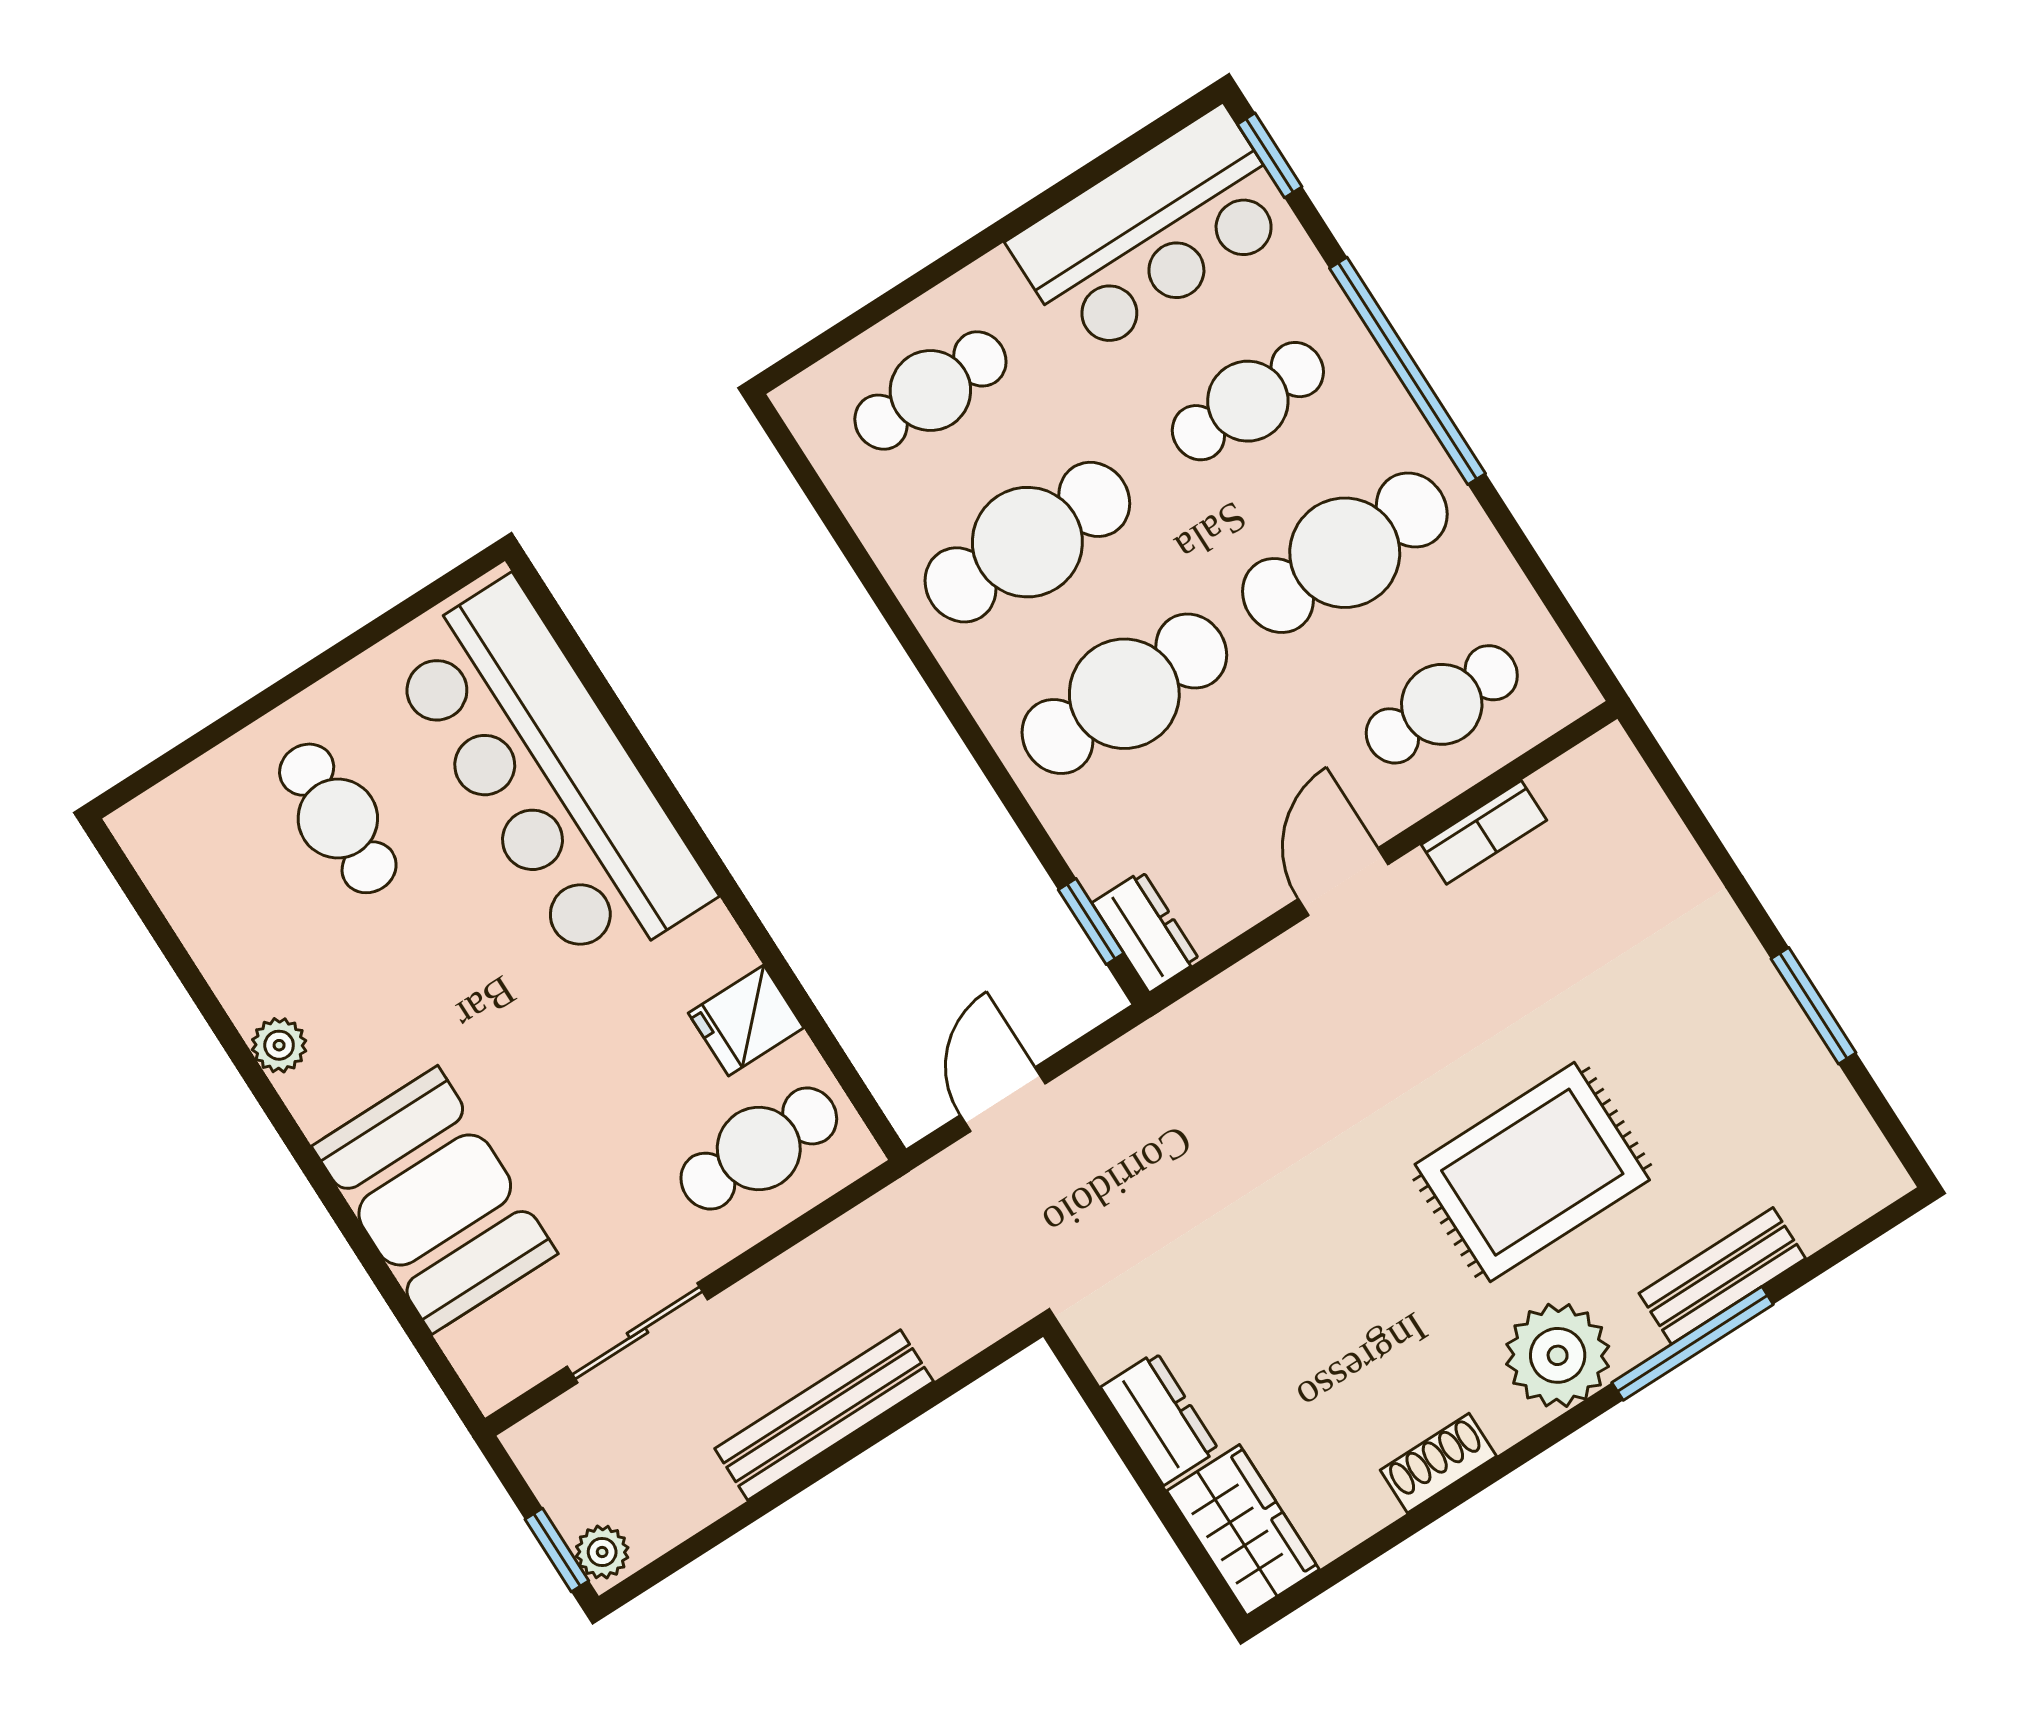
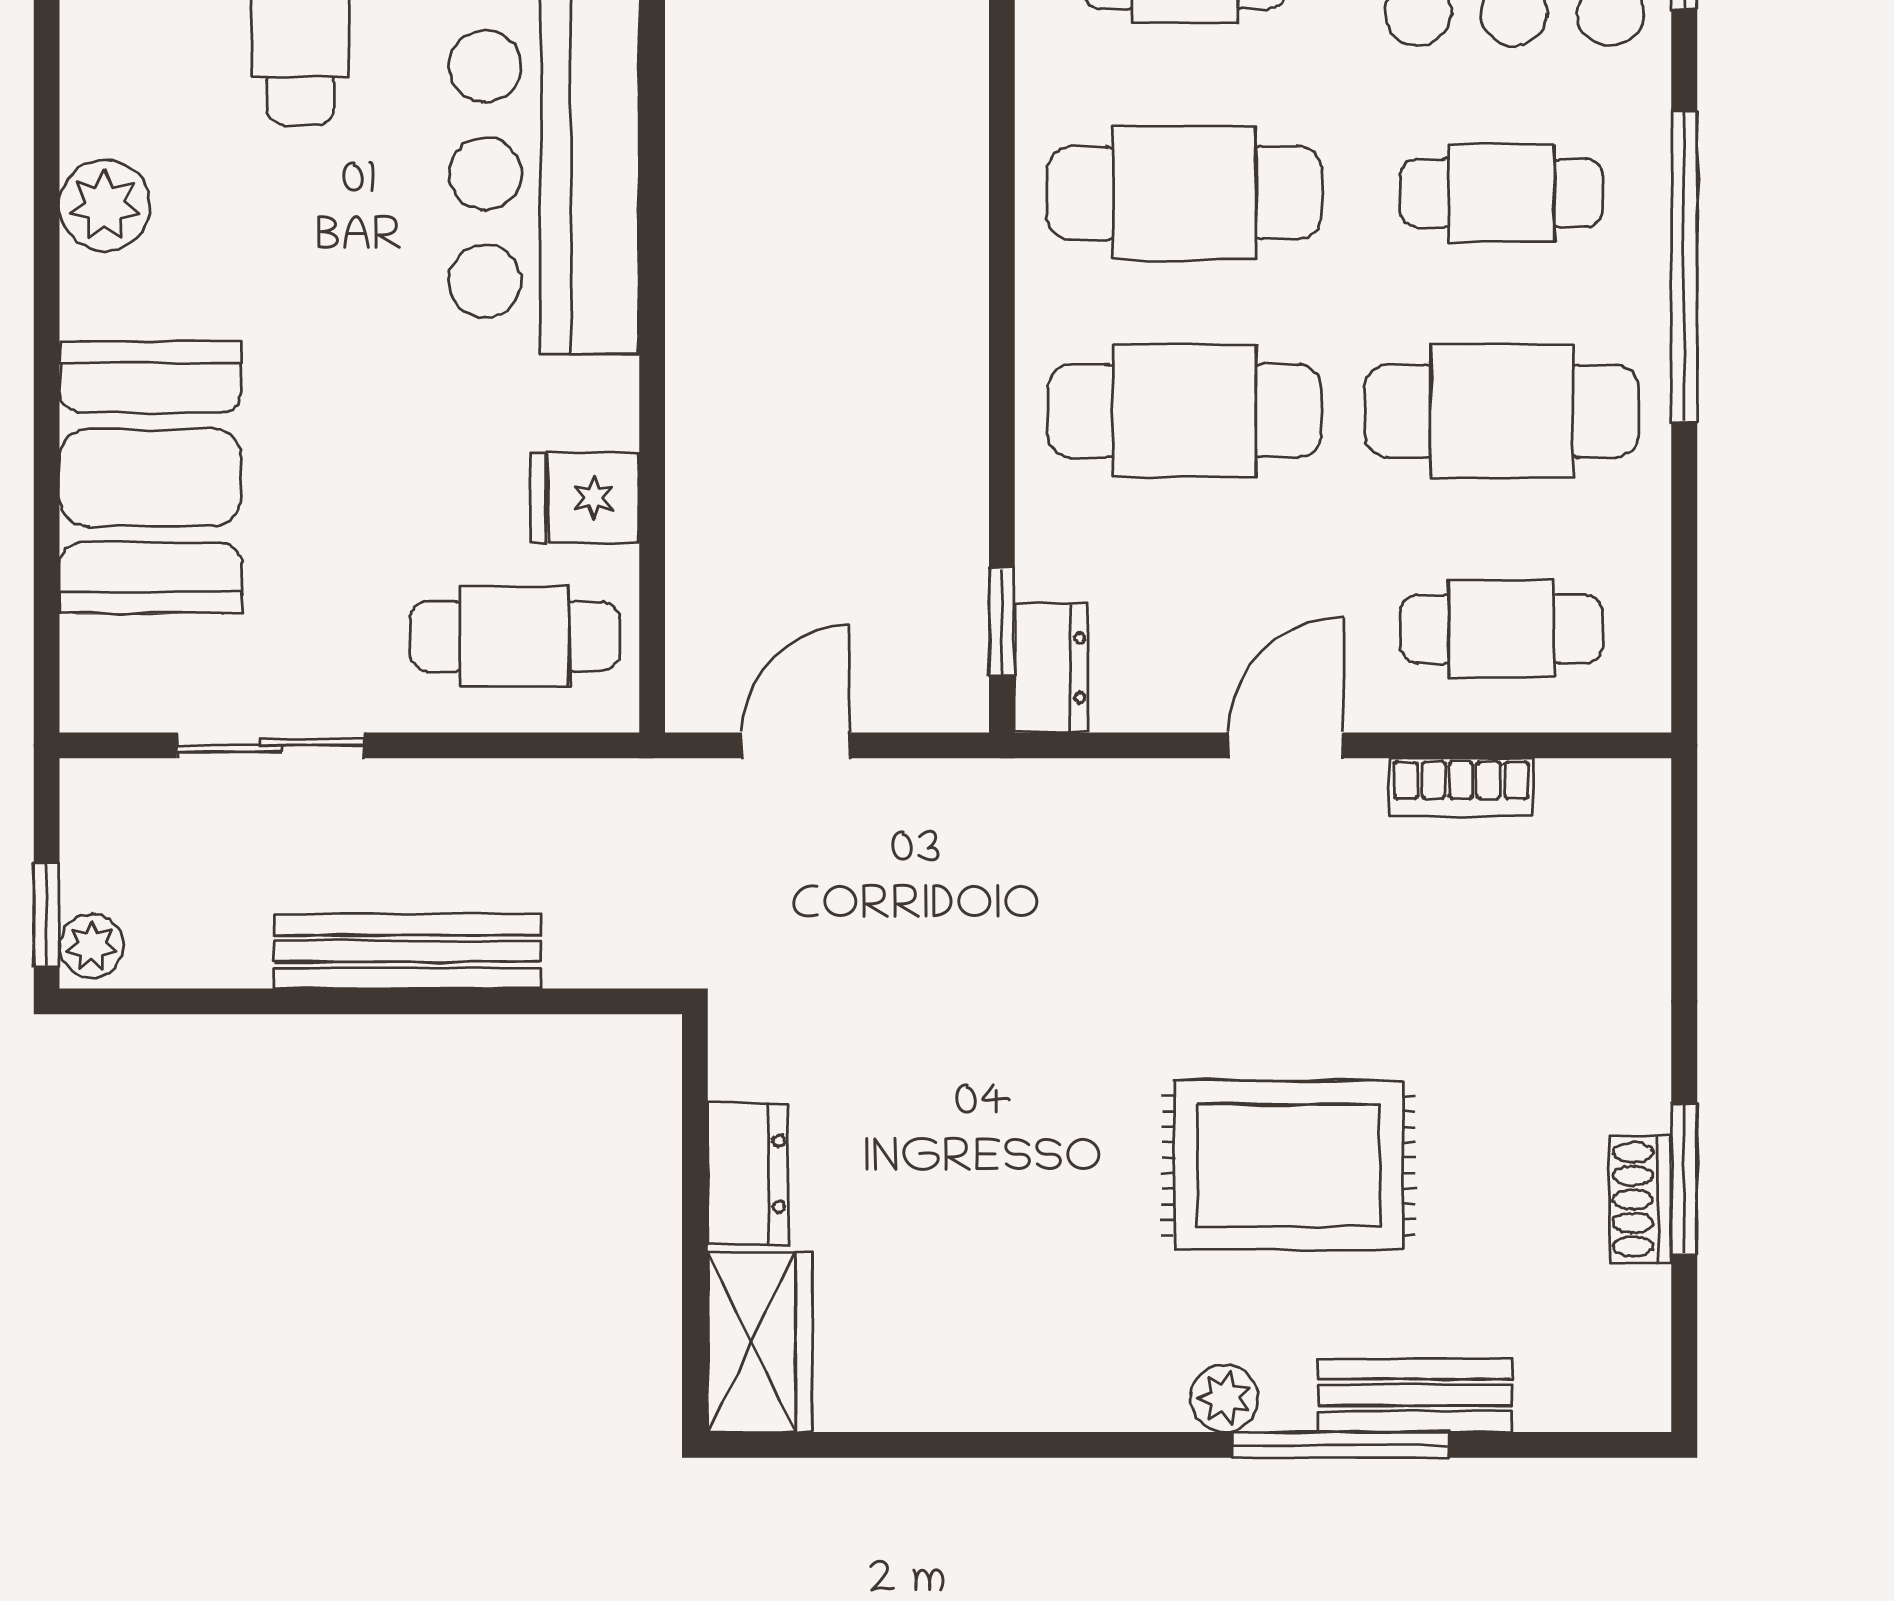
plant: (279, 1045) -> (105, 205), width x1.38, depth x1.38
plant: (1558, 1355) -> (1224, 1398), width x0.53, depth x0.53
shoe rack: (1438, 1463) -> (1640, 1199), moved, turned -90

